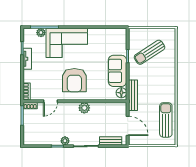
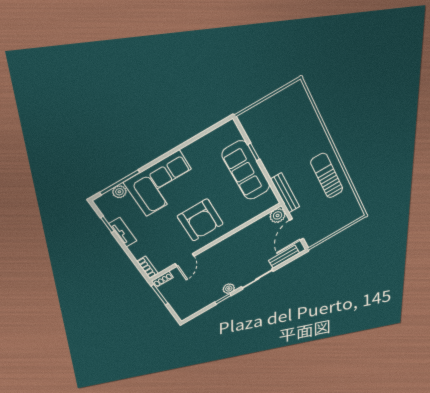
sun lounger: (149, 52) -> (280, 130), removed
sofa: (117, 71) -> (246, 170), width x1.36
floor lamp: (121, 93) -> (269, 199), removed
plant: (84, 108) -> (278, 215), moved
sun lounger: (166, 120) -> (327, 176), moved
door: (128, 126) -> (296, 230), swing flipped

